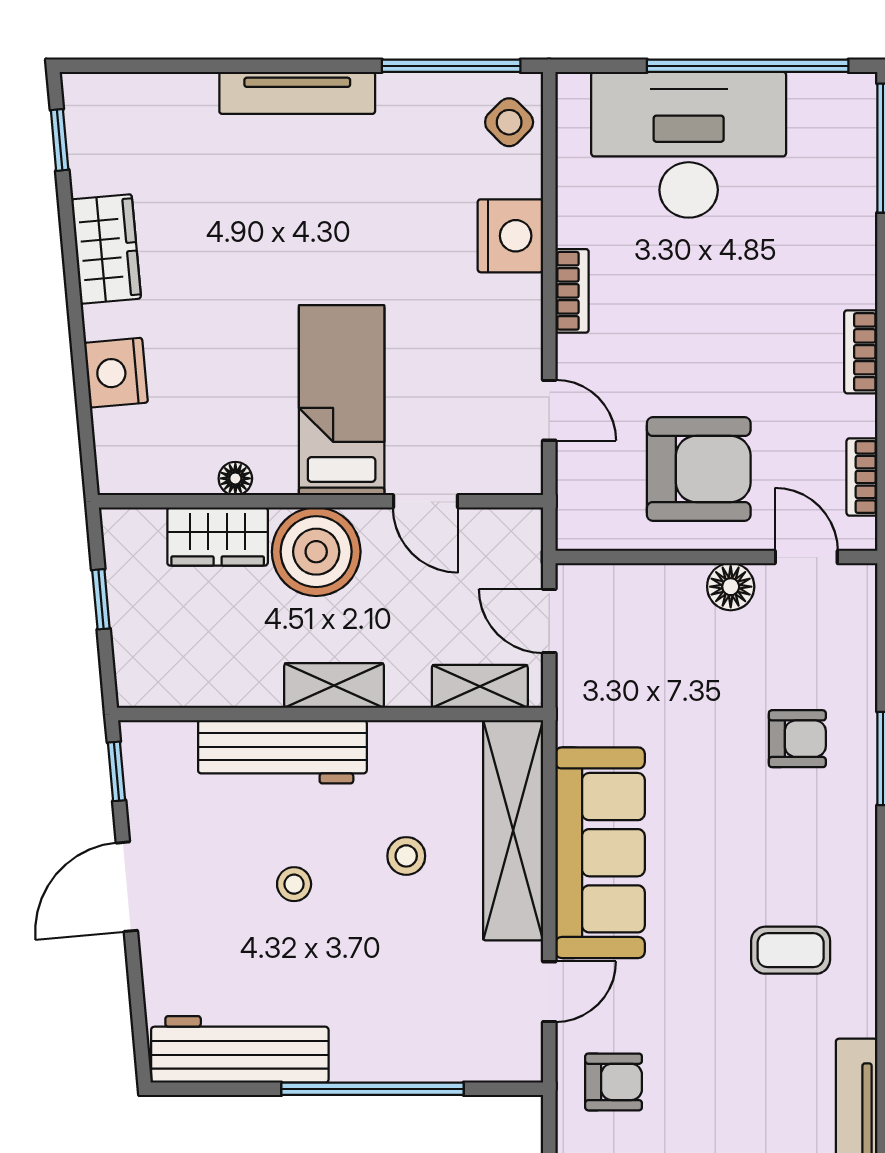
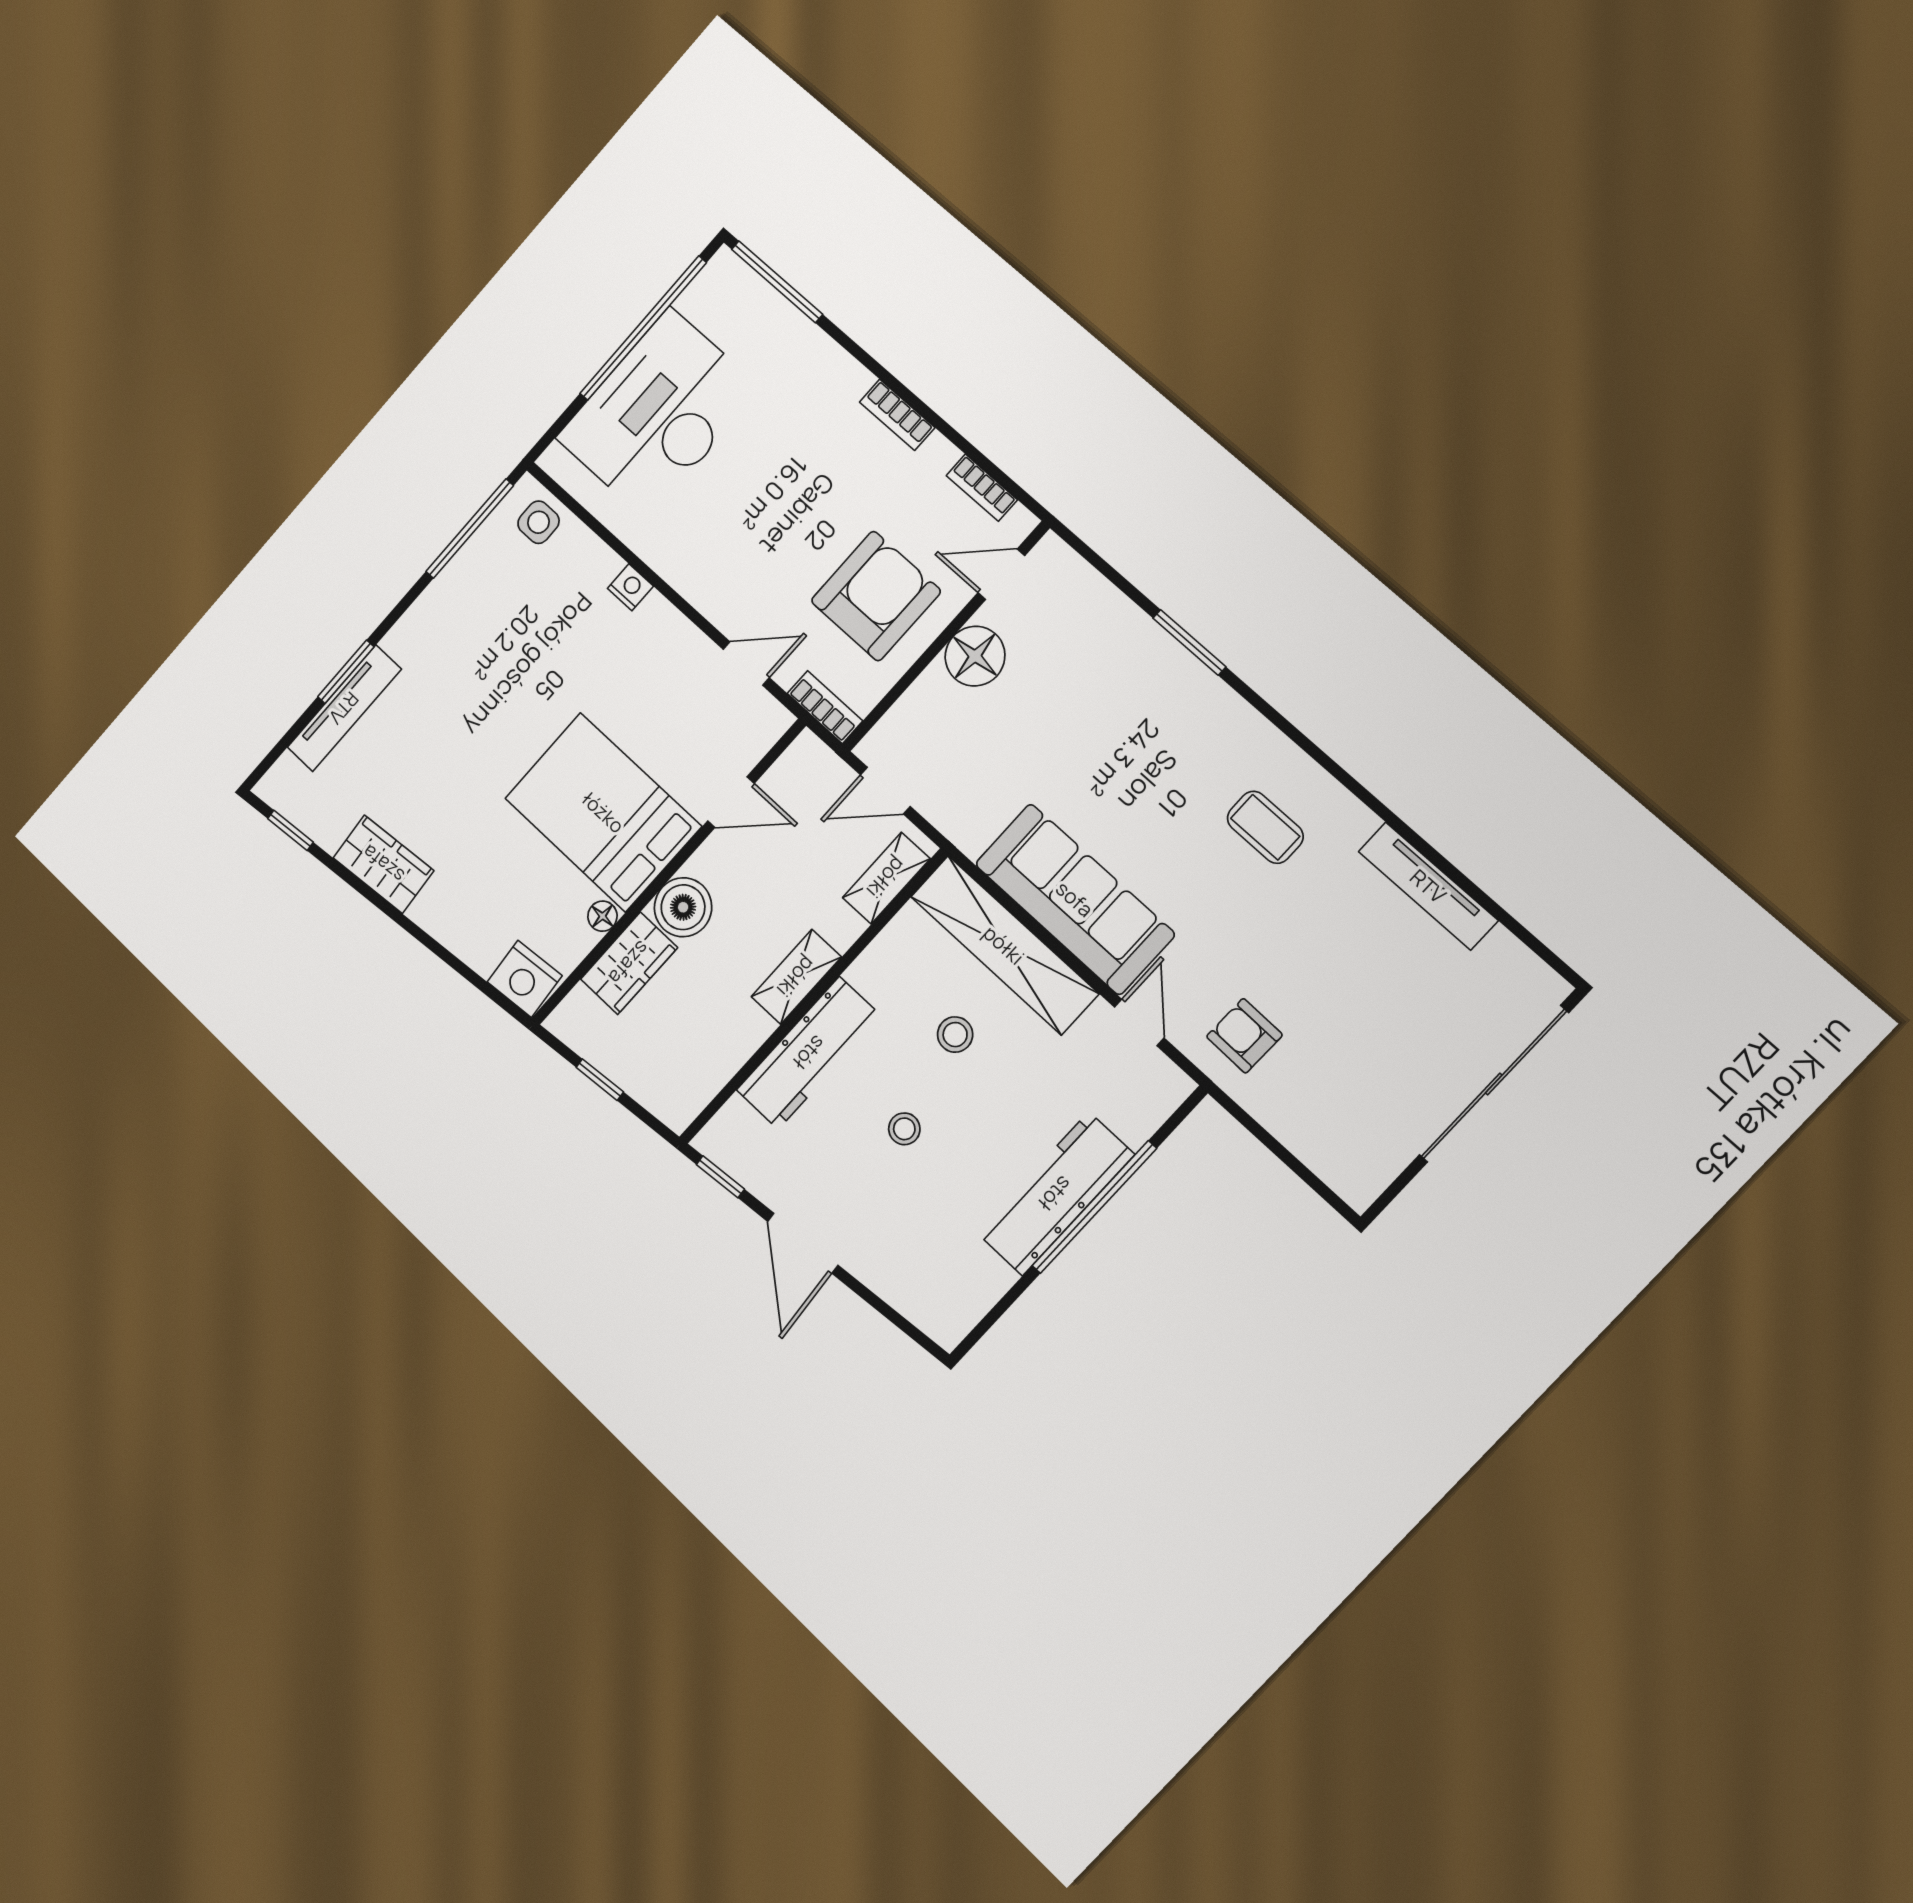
window: (236, 66) -> (346, 672), added
tv unit: (297, 93) -> (344, 708), moved
side table: (509, 122) -> (538, 522), turned 45
nightstand: (510, 236) -> (630, 587), width x0.53, depth x0.56
bookcase: (572, 291) -> (825, 707), moved
nightstand: (116, 373) -> (525, 979), moved
bed: (342, 400) -> (603, 812), width x1.50
boiler: (316, 552) -> (683, 907), width x0.73, depth x0.73
floor lamp: (731, 587) -> (975, 656), width x1.38, depth x1.38
armchair: (797, 739) -> (1121, 691), removed
coffee table: (791, 950) -> (1265, 827), turned 90
workbench: (240, 1049) -> (1055, 1194), moved
armchair: (614, 1082) -> (1244, 1036), turned -89

